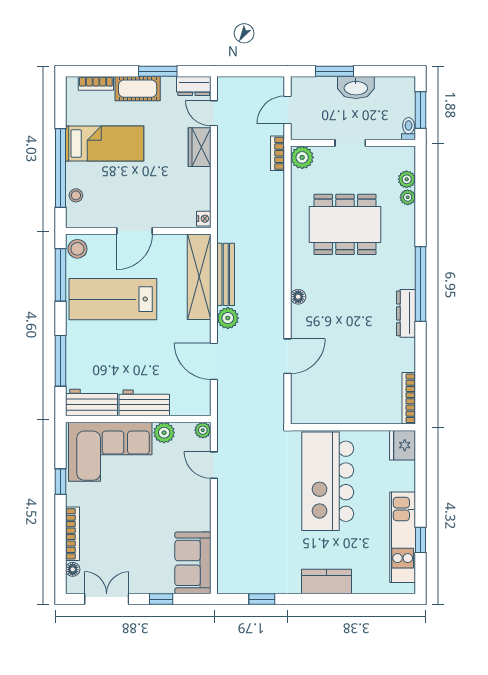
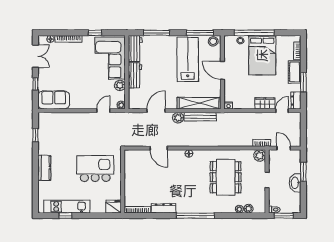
bed: (105, 144) -> (262, 55), width x1.50
dresser: (406, 313) -> (163, 208), moved
kitchen island: (328, 481) -> (95, 169), width x0.73

